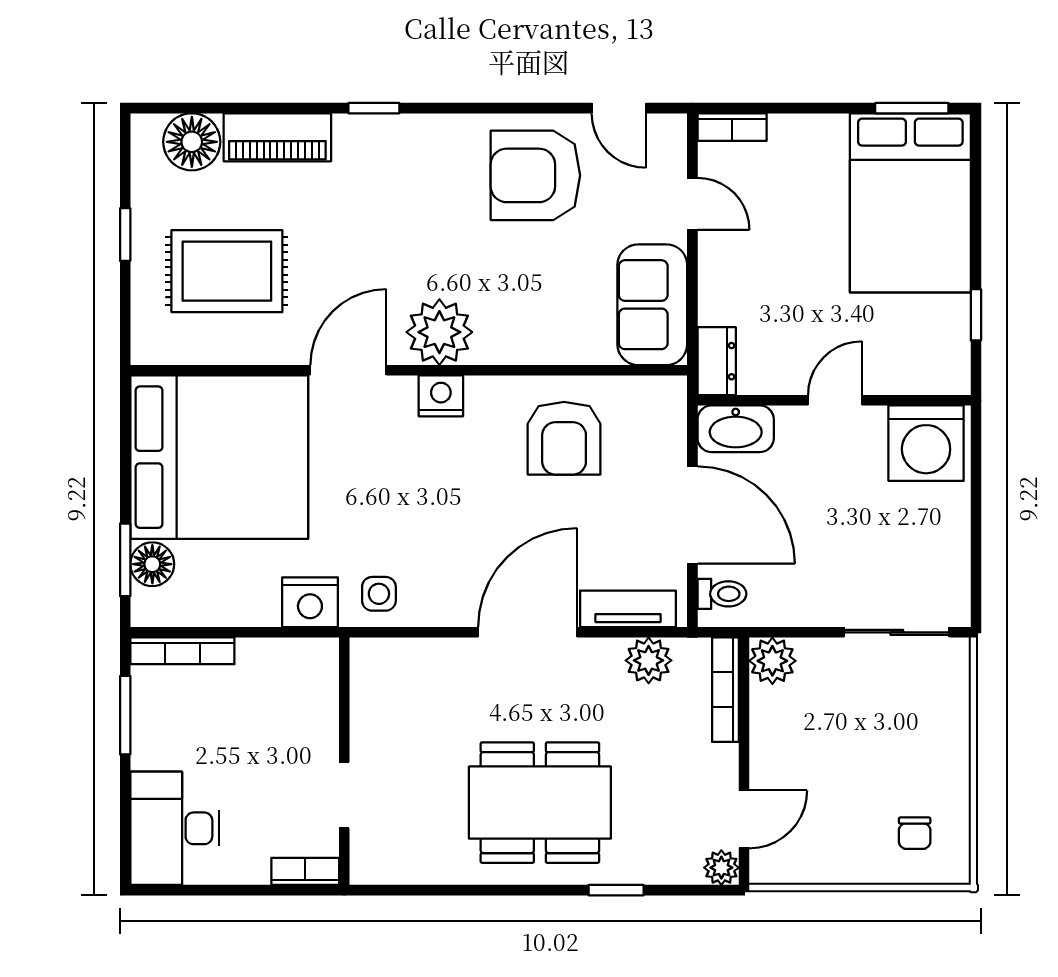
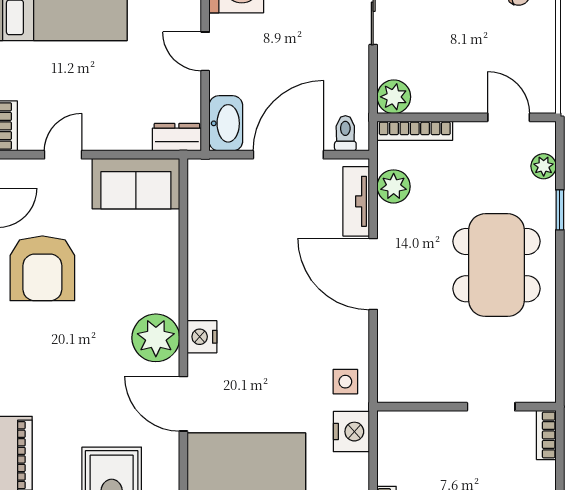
armchair: (564, 438) -> (233, 248), removed
plant: (721, 868) -> (544, 166), moved

